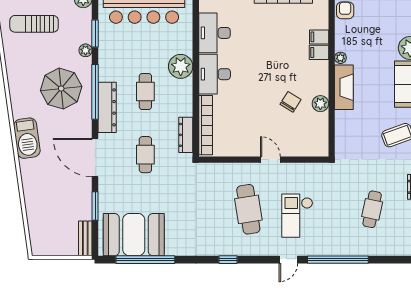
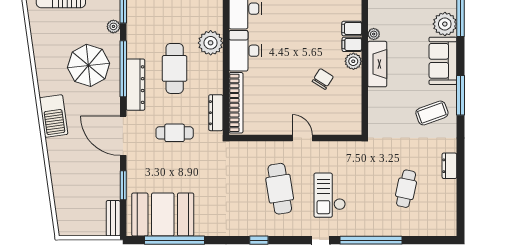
filing cabinet: (319, 37) -> (352, 44), moved
cafe table: (145, 92) -> (175, 68), width x1.37, depth x1.35
plant: (320, 104) -> (353, 61), moved
cafe table: (145, 155) -> (175, 133), turned 90

